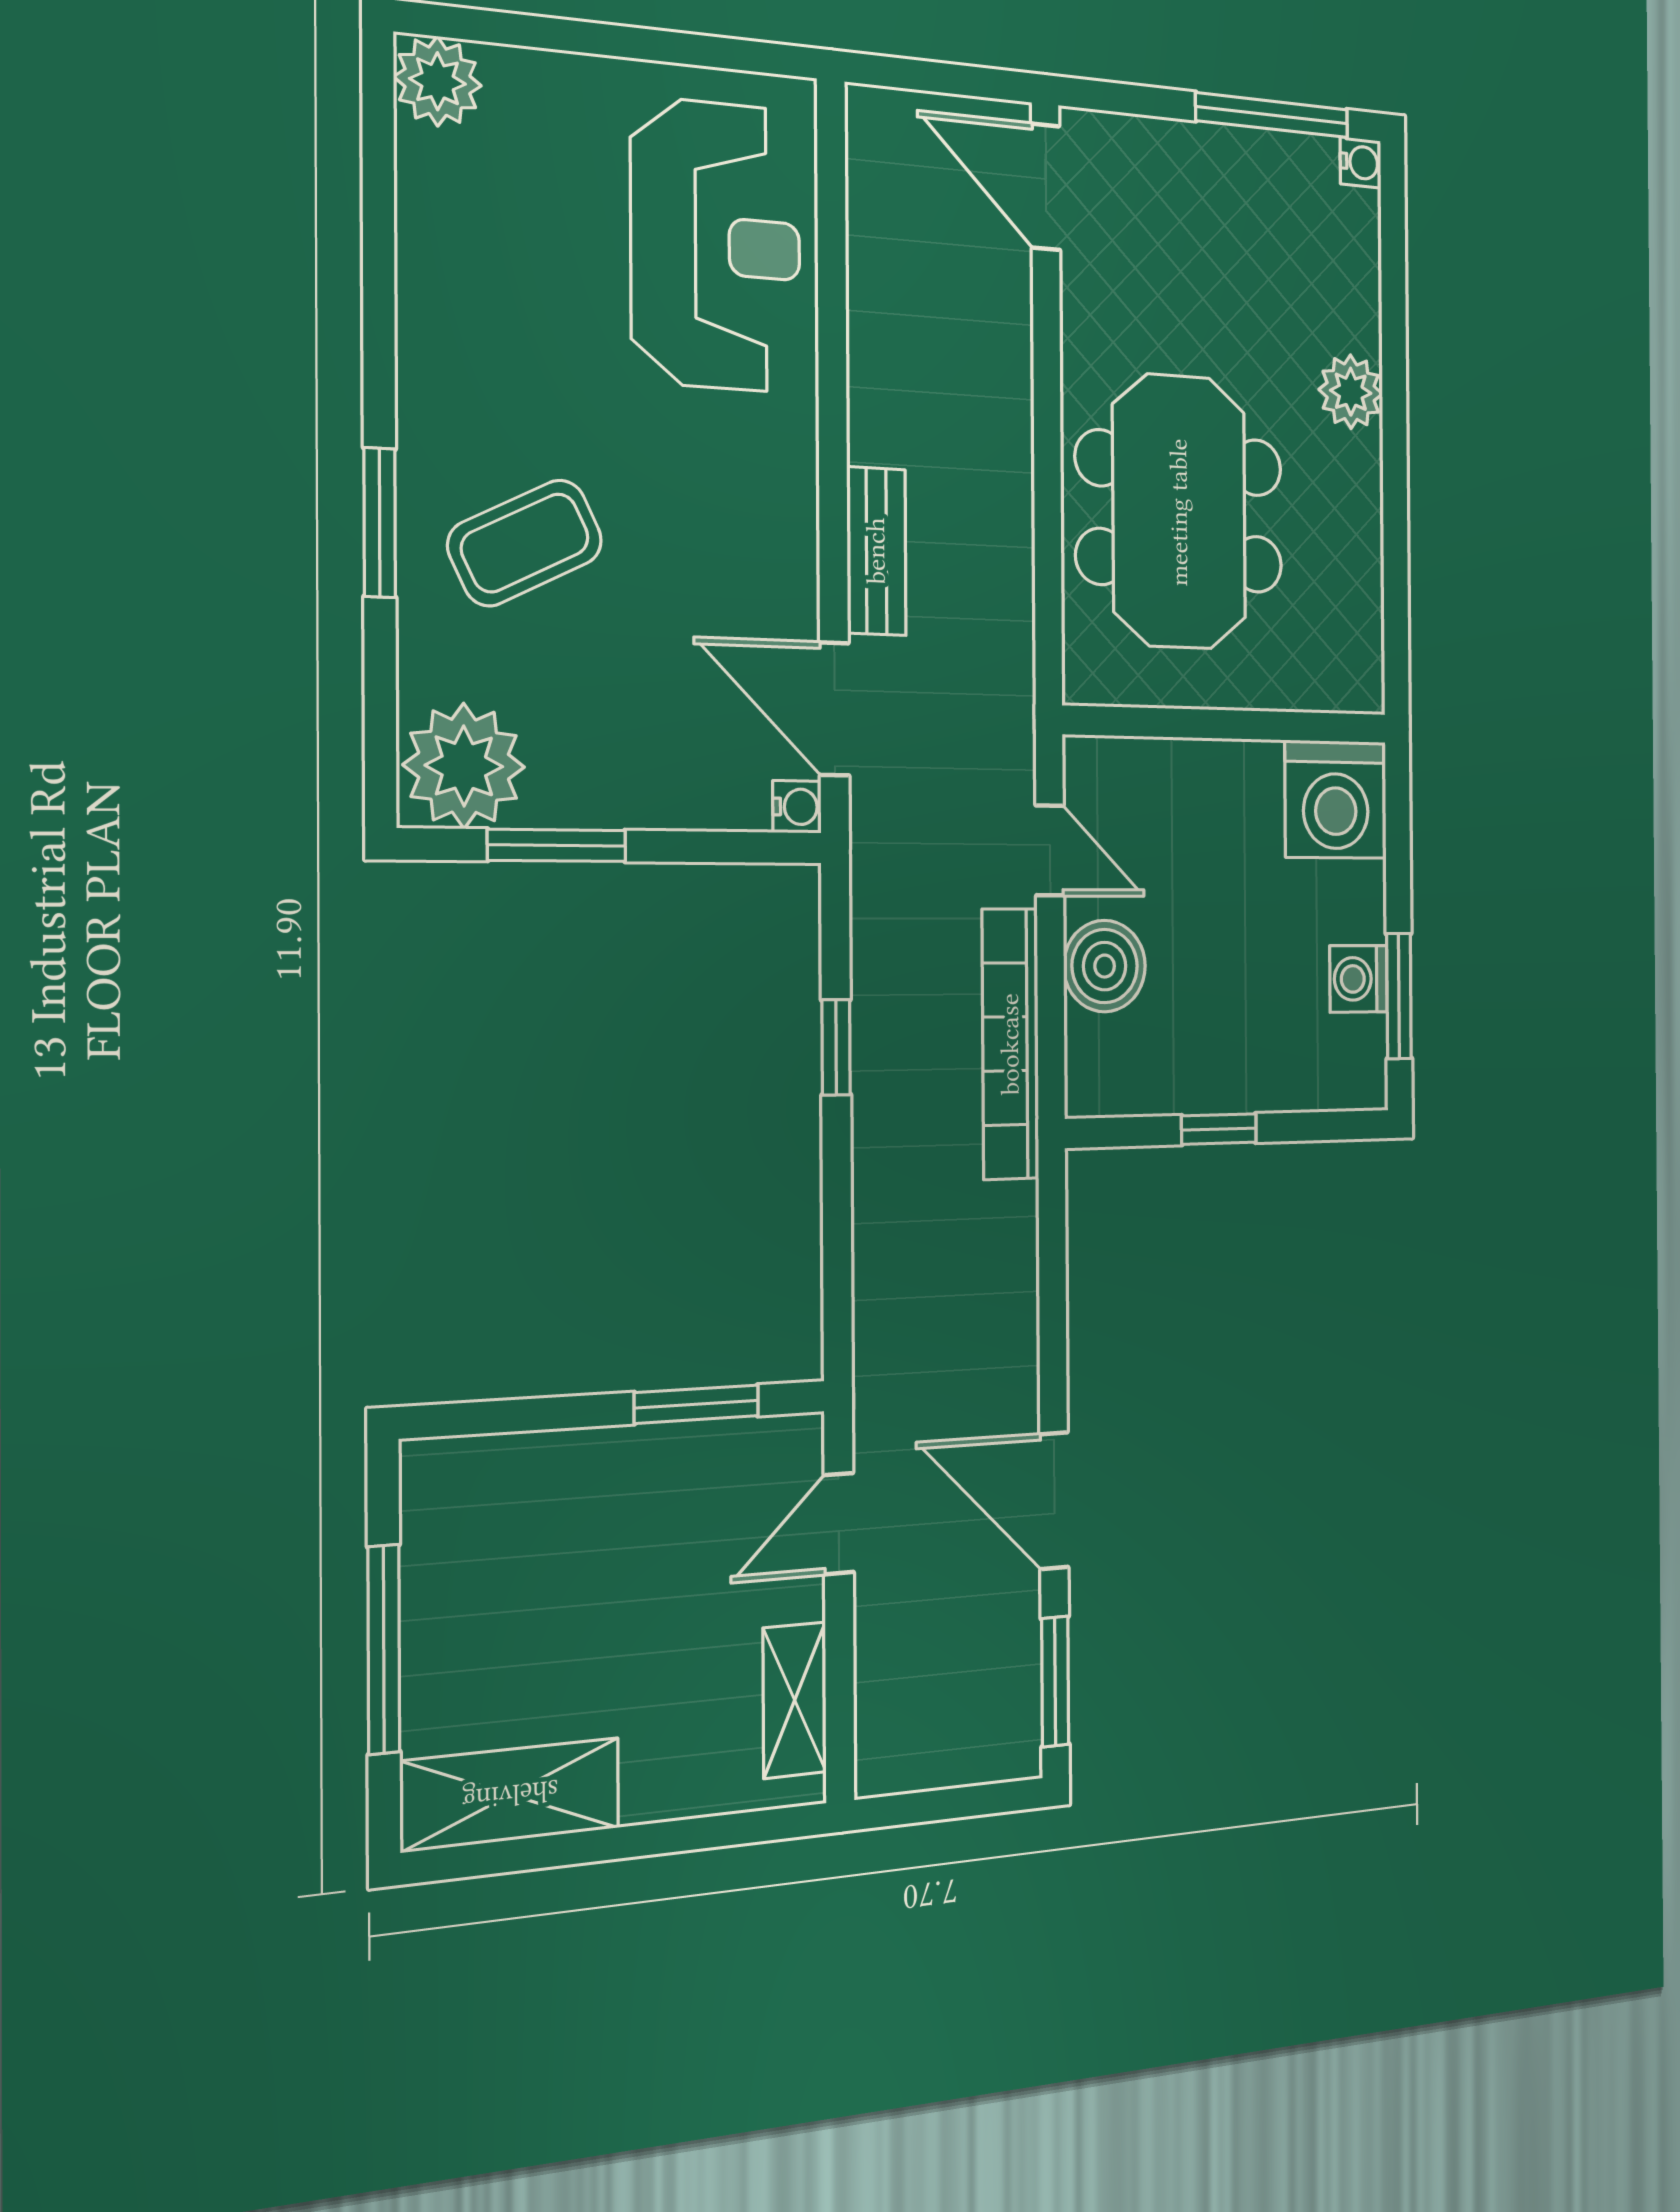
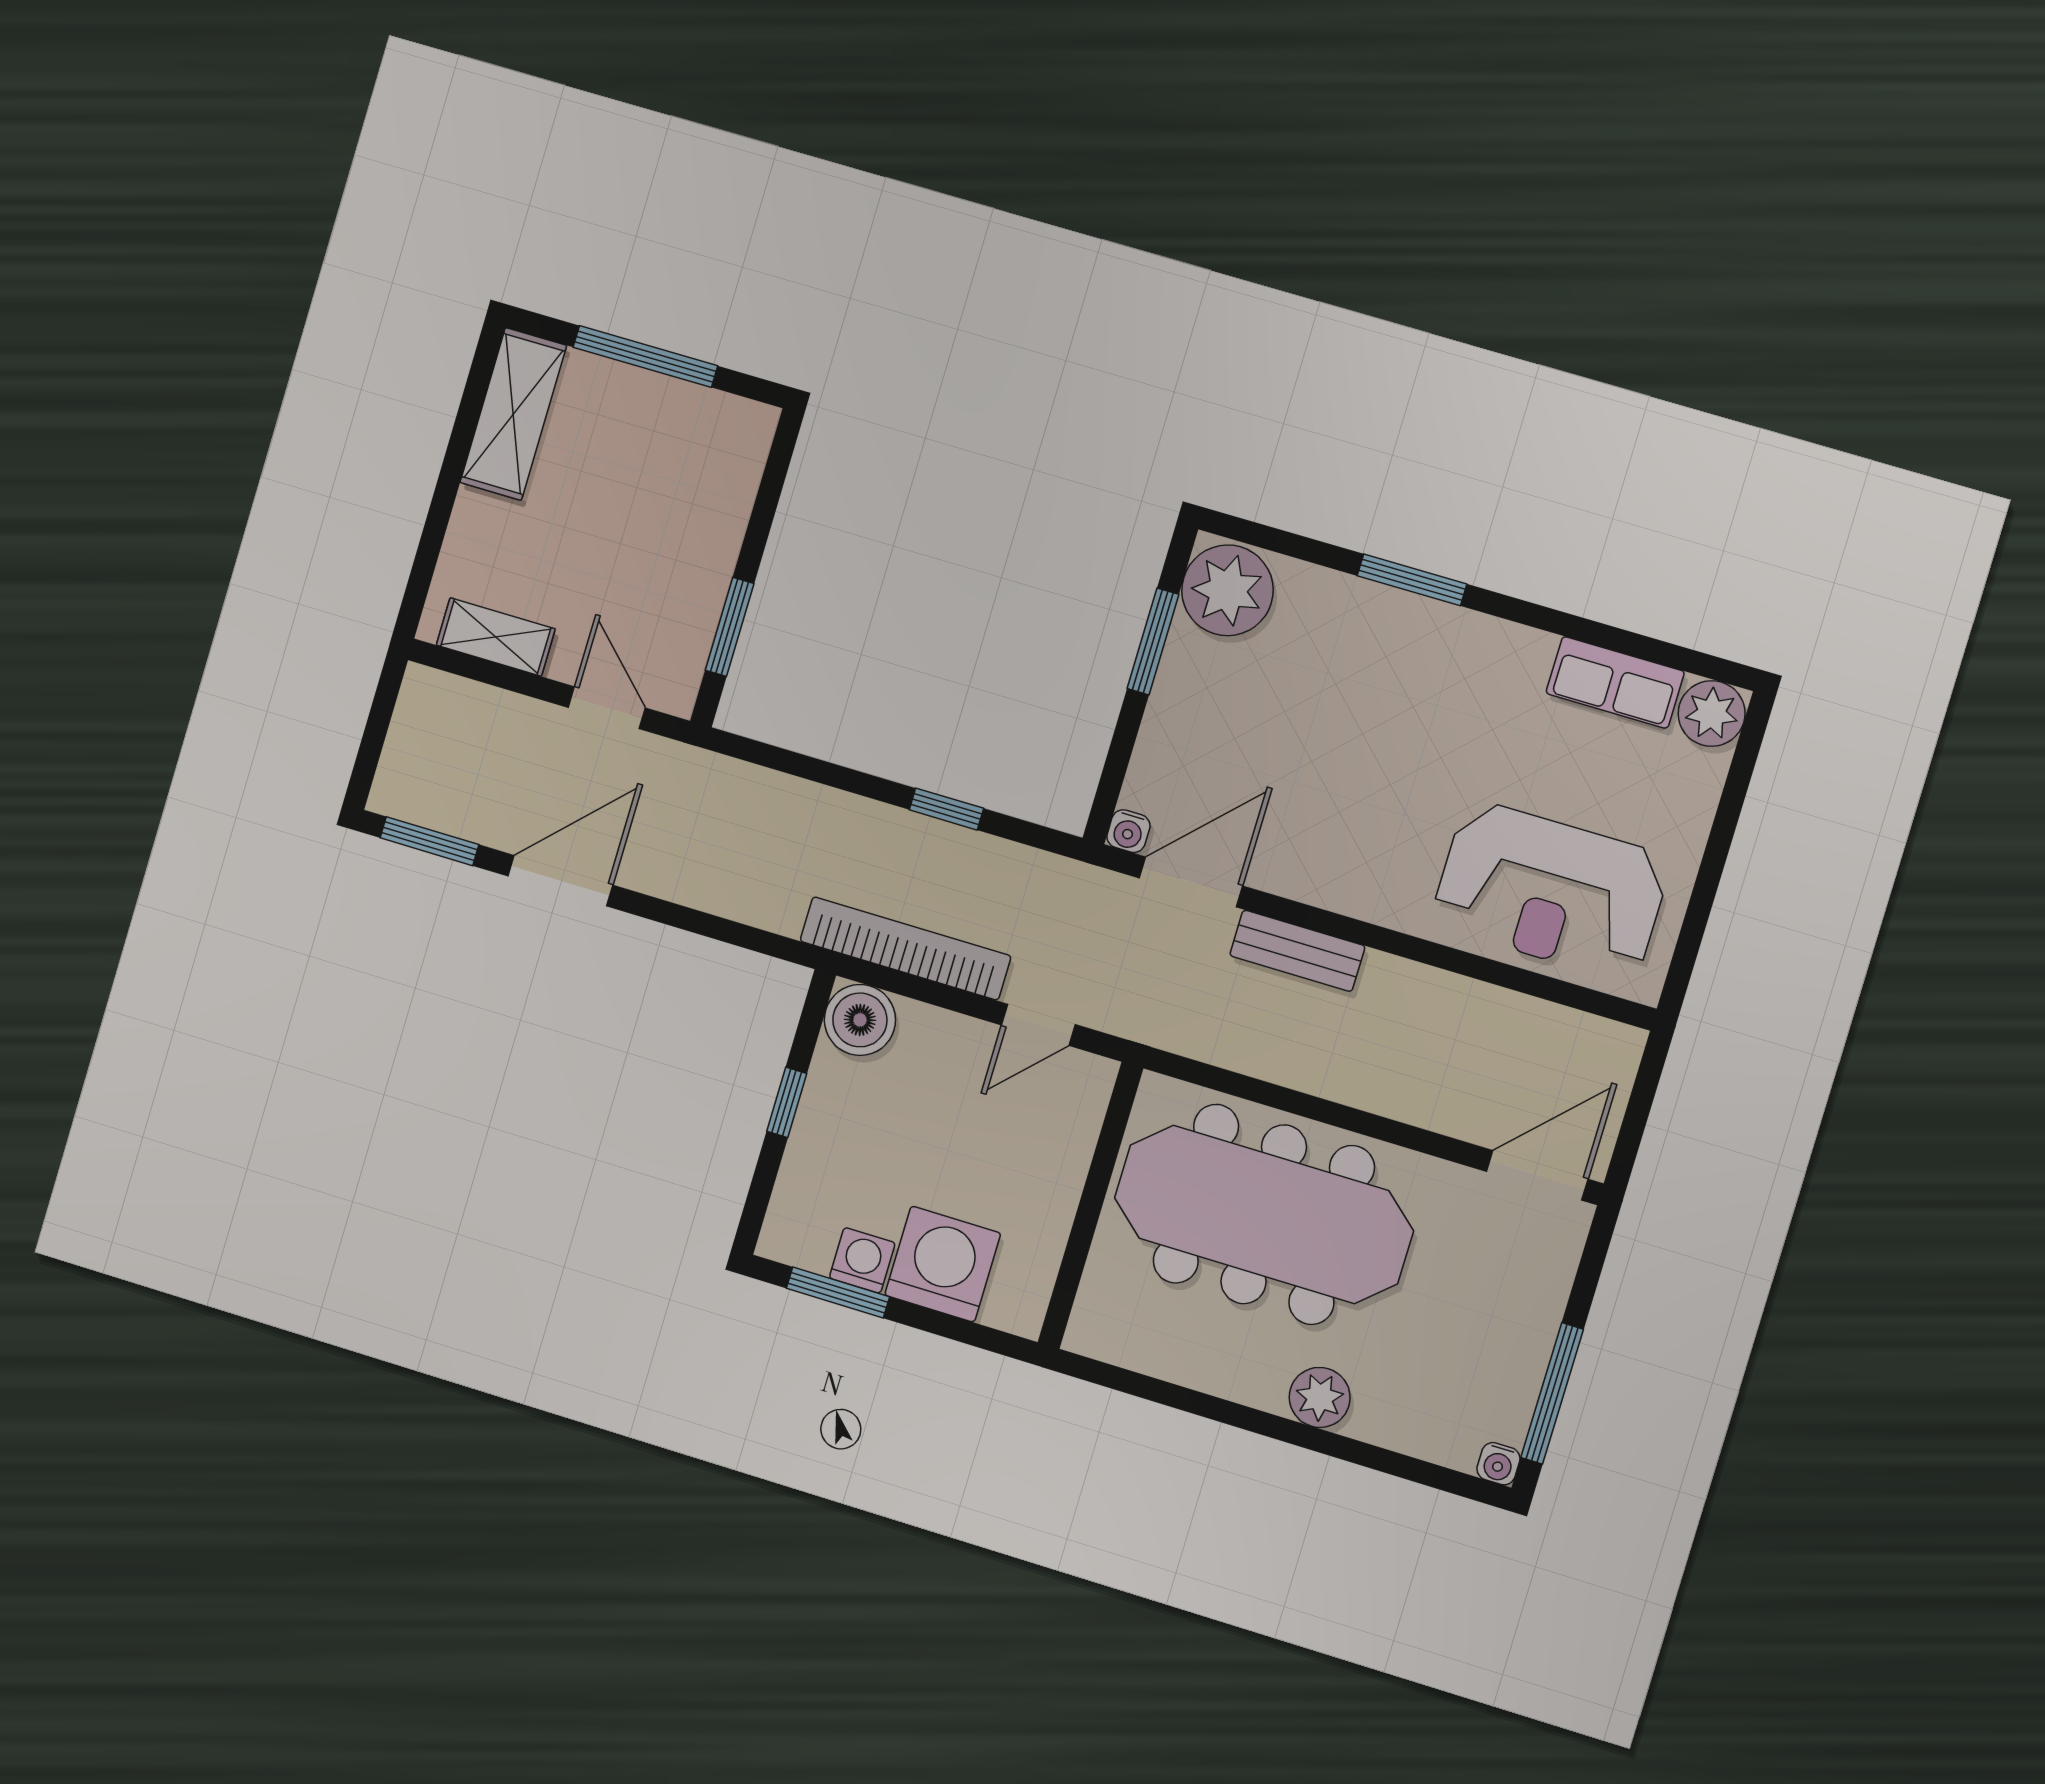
row of seats: (434, 219) -> (1615, 682), added
meeting table: (1179, 512) -> (1264, 1214), width x1.36
coffee table: (525, 543) -> (1372, 681), removed
washing machine: (1336, 800) -> (943, 1264), moved, turned 90
boiler: (1105, 966) -> (860, 1020), moved

